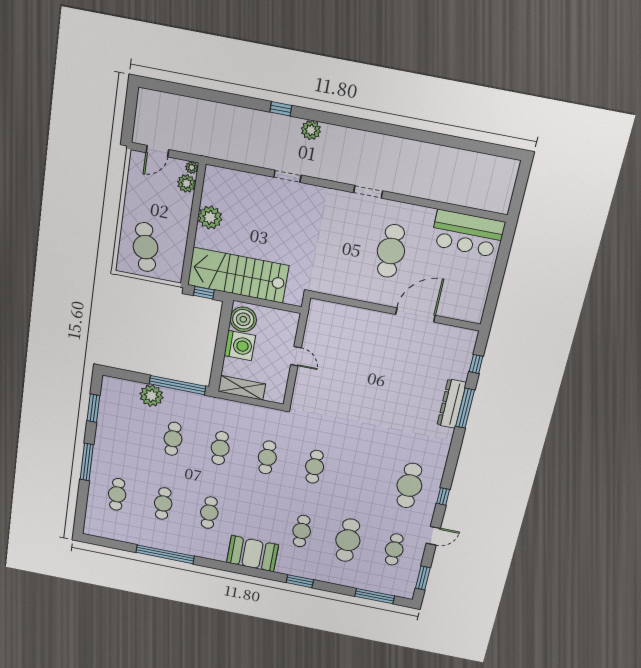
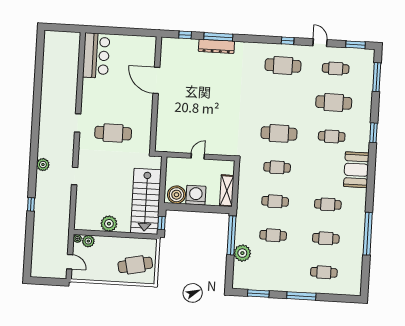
window: (281, 109) -> (31, 204), moved
cafe table: (391, 251) -> (113, 133), moved
cafe table: (315, 467) -> (279, 133), width x1.37, depth x1.35

